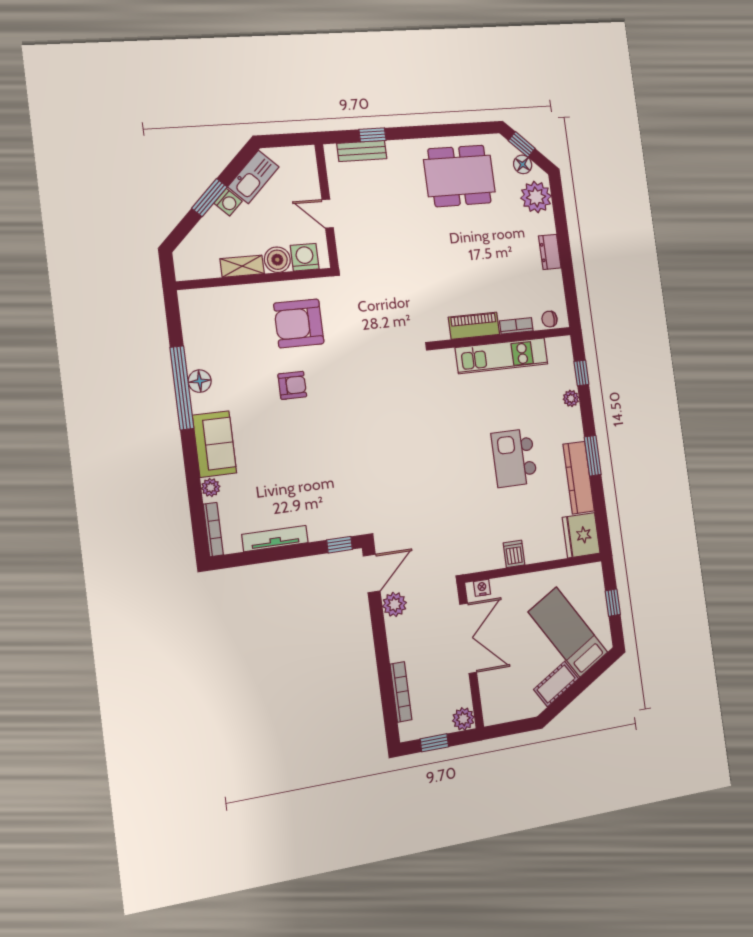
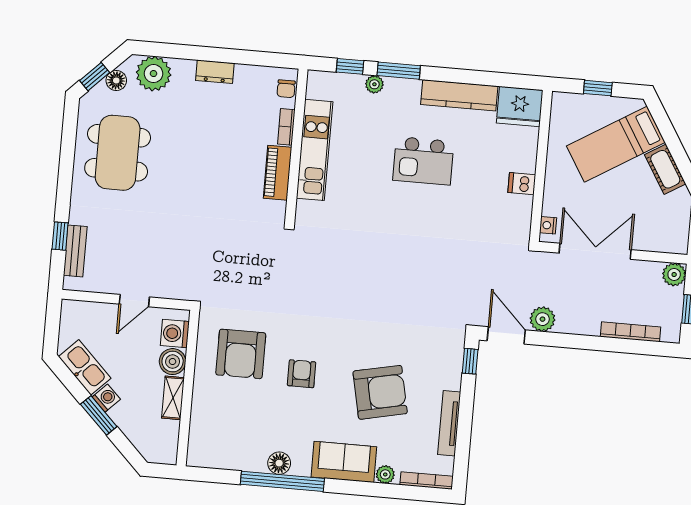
window: (593, 456) -> (399, 71), moved
armchair: (291, 465) -> (380, 392), added

